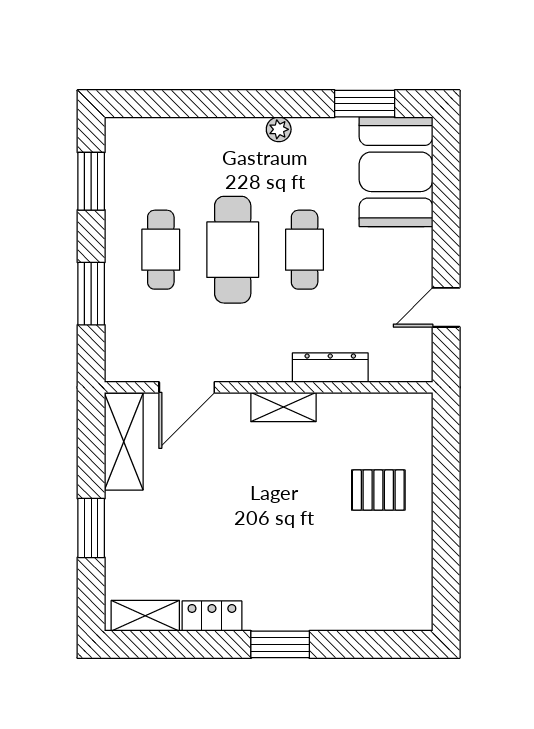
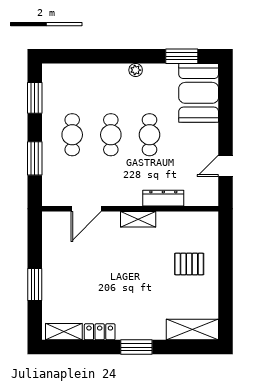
cafe table: (233, 250) -> (111, 135), width x0.73, depth x0.74
shelving: (124, 442) -> (192, 330), moved, turned 90

